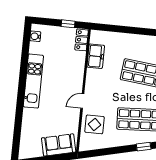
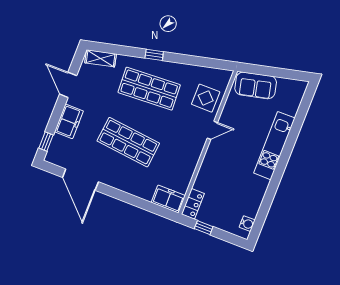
freezer: (96, 56) -> (168, 199), moved, turned 90
kitchen unit: (33, 81) -> (274, 146), moved

